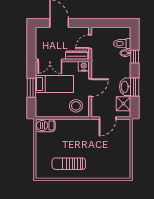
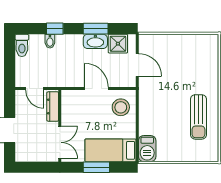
toilet: (122, 44) -> (22, 45), moved
nightstand: (84, 66) -> (68, 97), removed
bed: (54, 84) -> (110, 150), moved, turned -90

